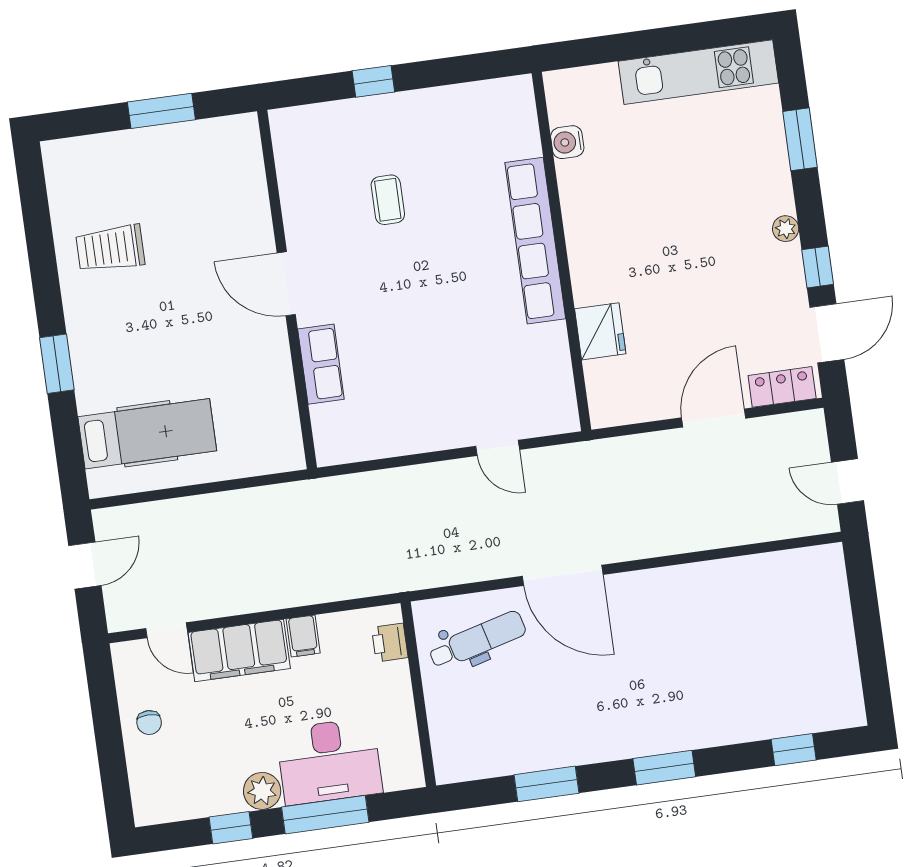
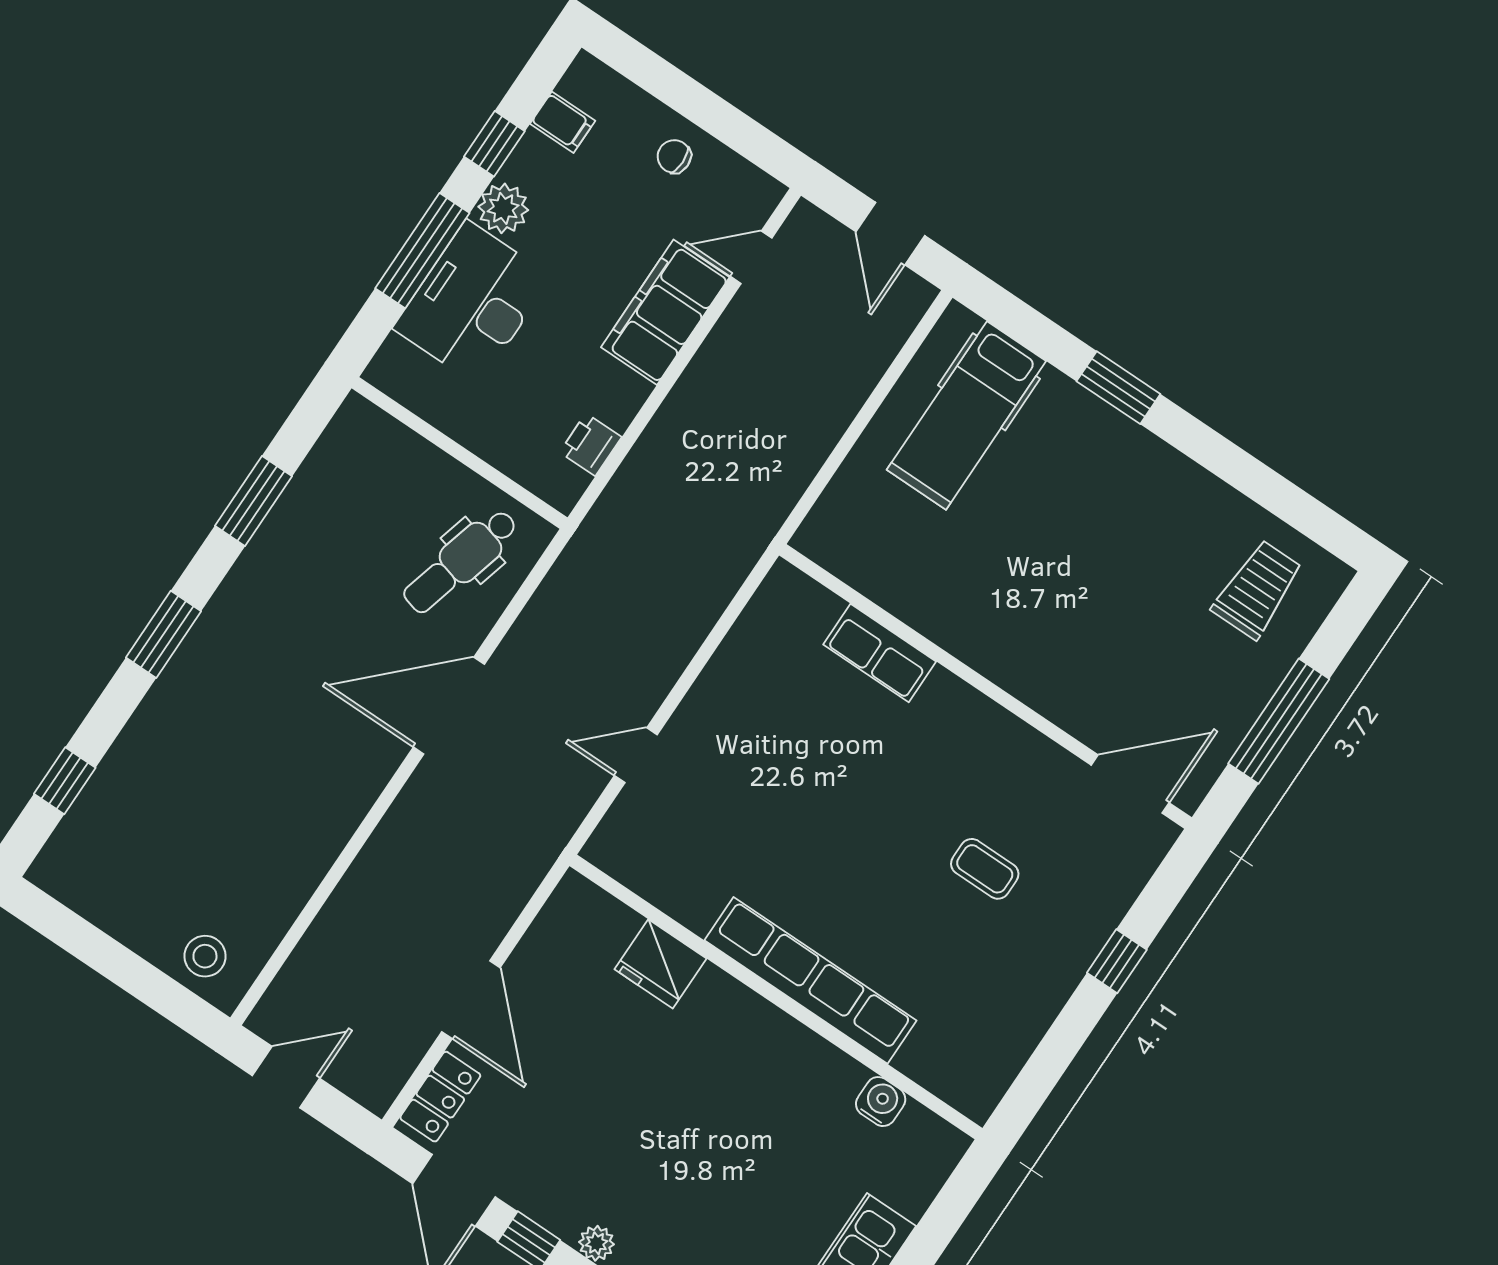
window: (161, 111) -> (1279, 721), width x1.44
trolley: (110, 248) -> (1257, 589), moved
door: (286, 284) -> (1130, 784), moved
stool: (821, 586) -> (205, 956), added
filing cabinet: (303, 636) -> (563, 122), moved, turned 180
dental chair: (477, 640) -> (460, 561), turned 30
printer: (390, 642) -> (591, 445), moved, turned -90

